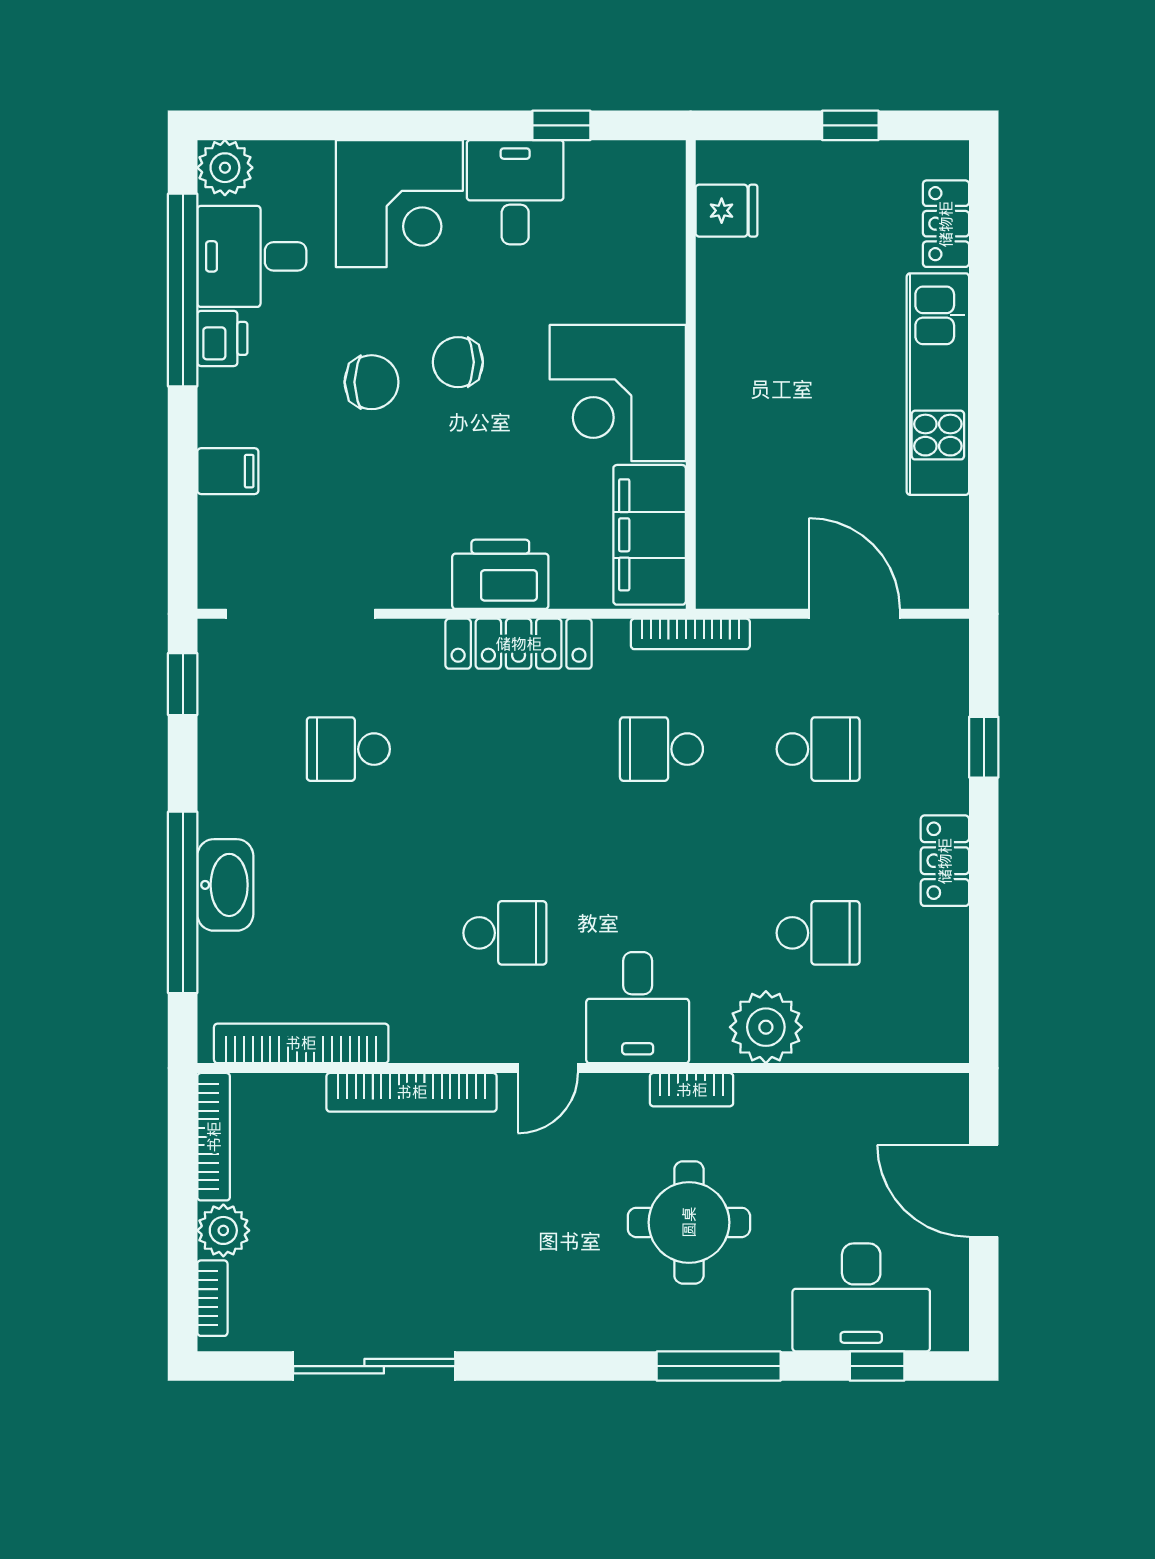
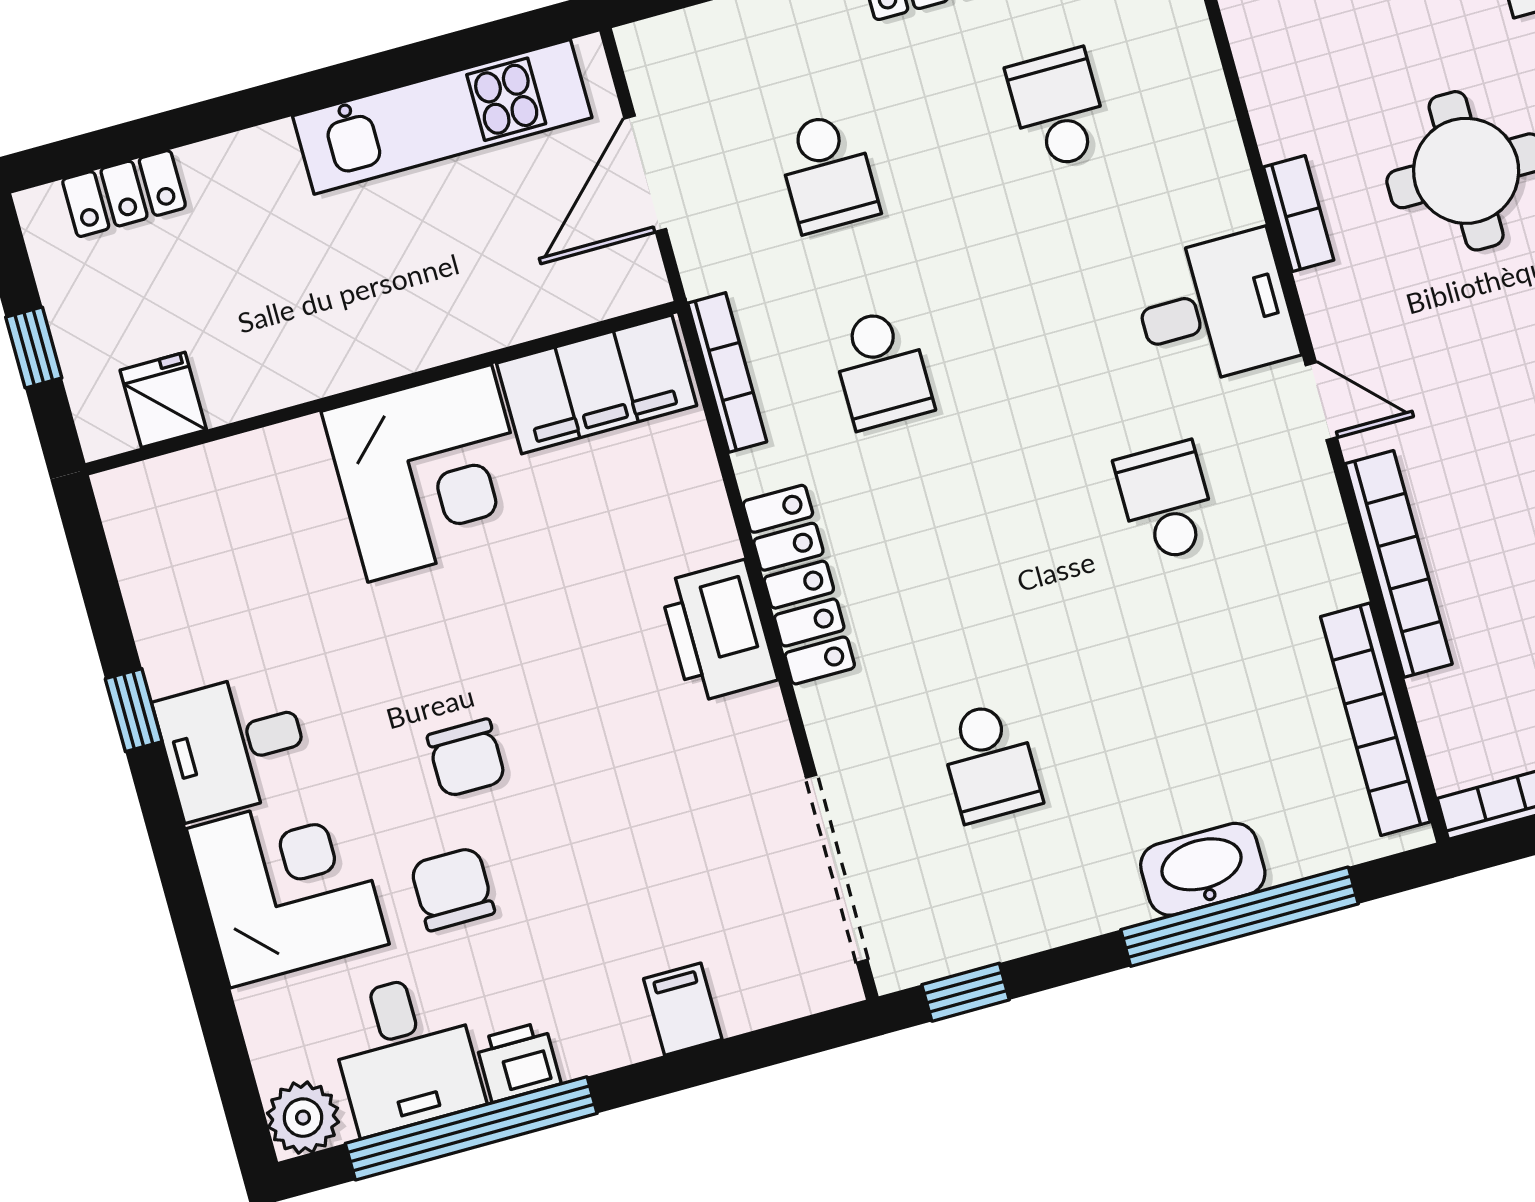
fridge: (726, 211) -> (163, 400), moved
wall: (691, 374) -> (381, 388), moved
chair: (372, 382) -> (452, 889), moved
kitchen unit: (938, 384) -> (442, 117), moved
corner desk: (618, 393) -> (430, 473), moved
filing cabinet: (650, 535) -> (597, 384), moved
school desk: (818, 749) -> (827, 172), turned 180
plant: (766, 1027) -> (1194, 142), removed

